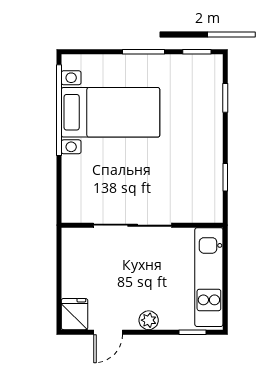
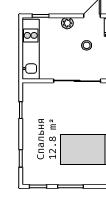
stool: (117, 284) -> (87, 45), added

